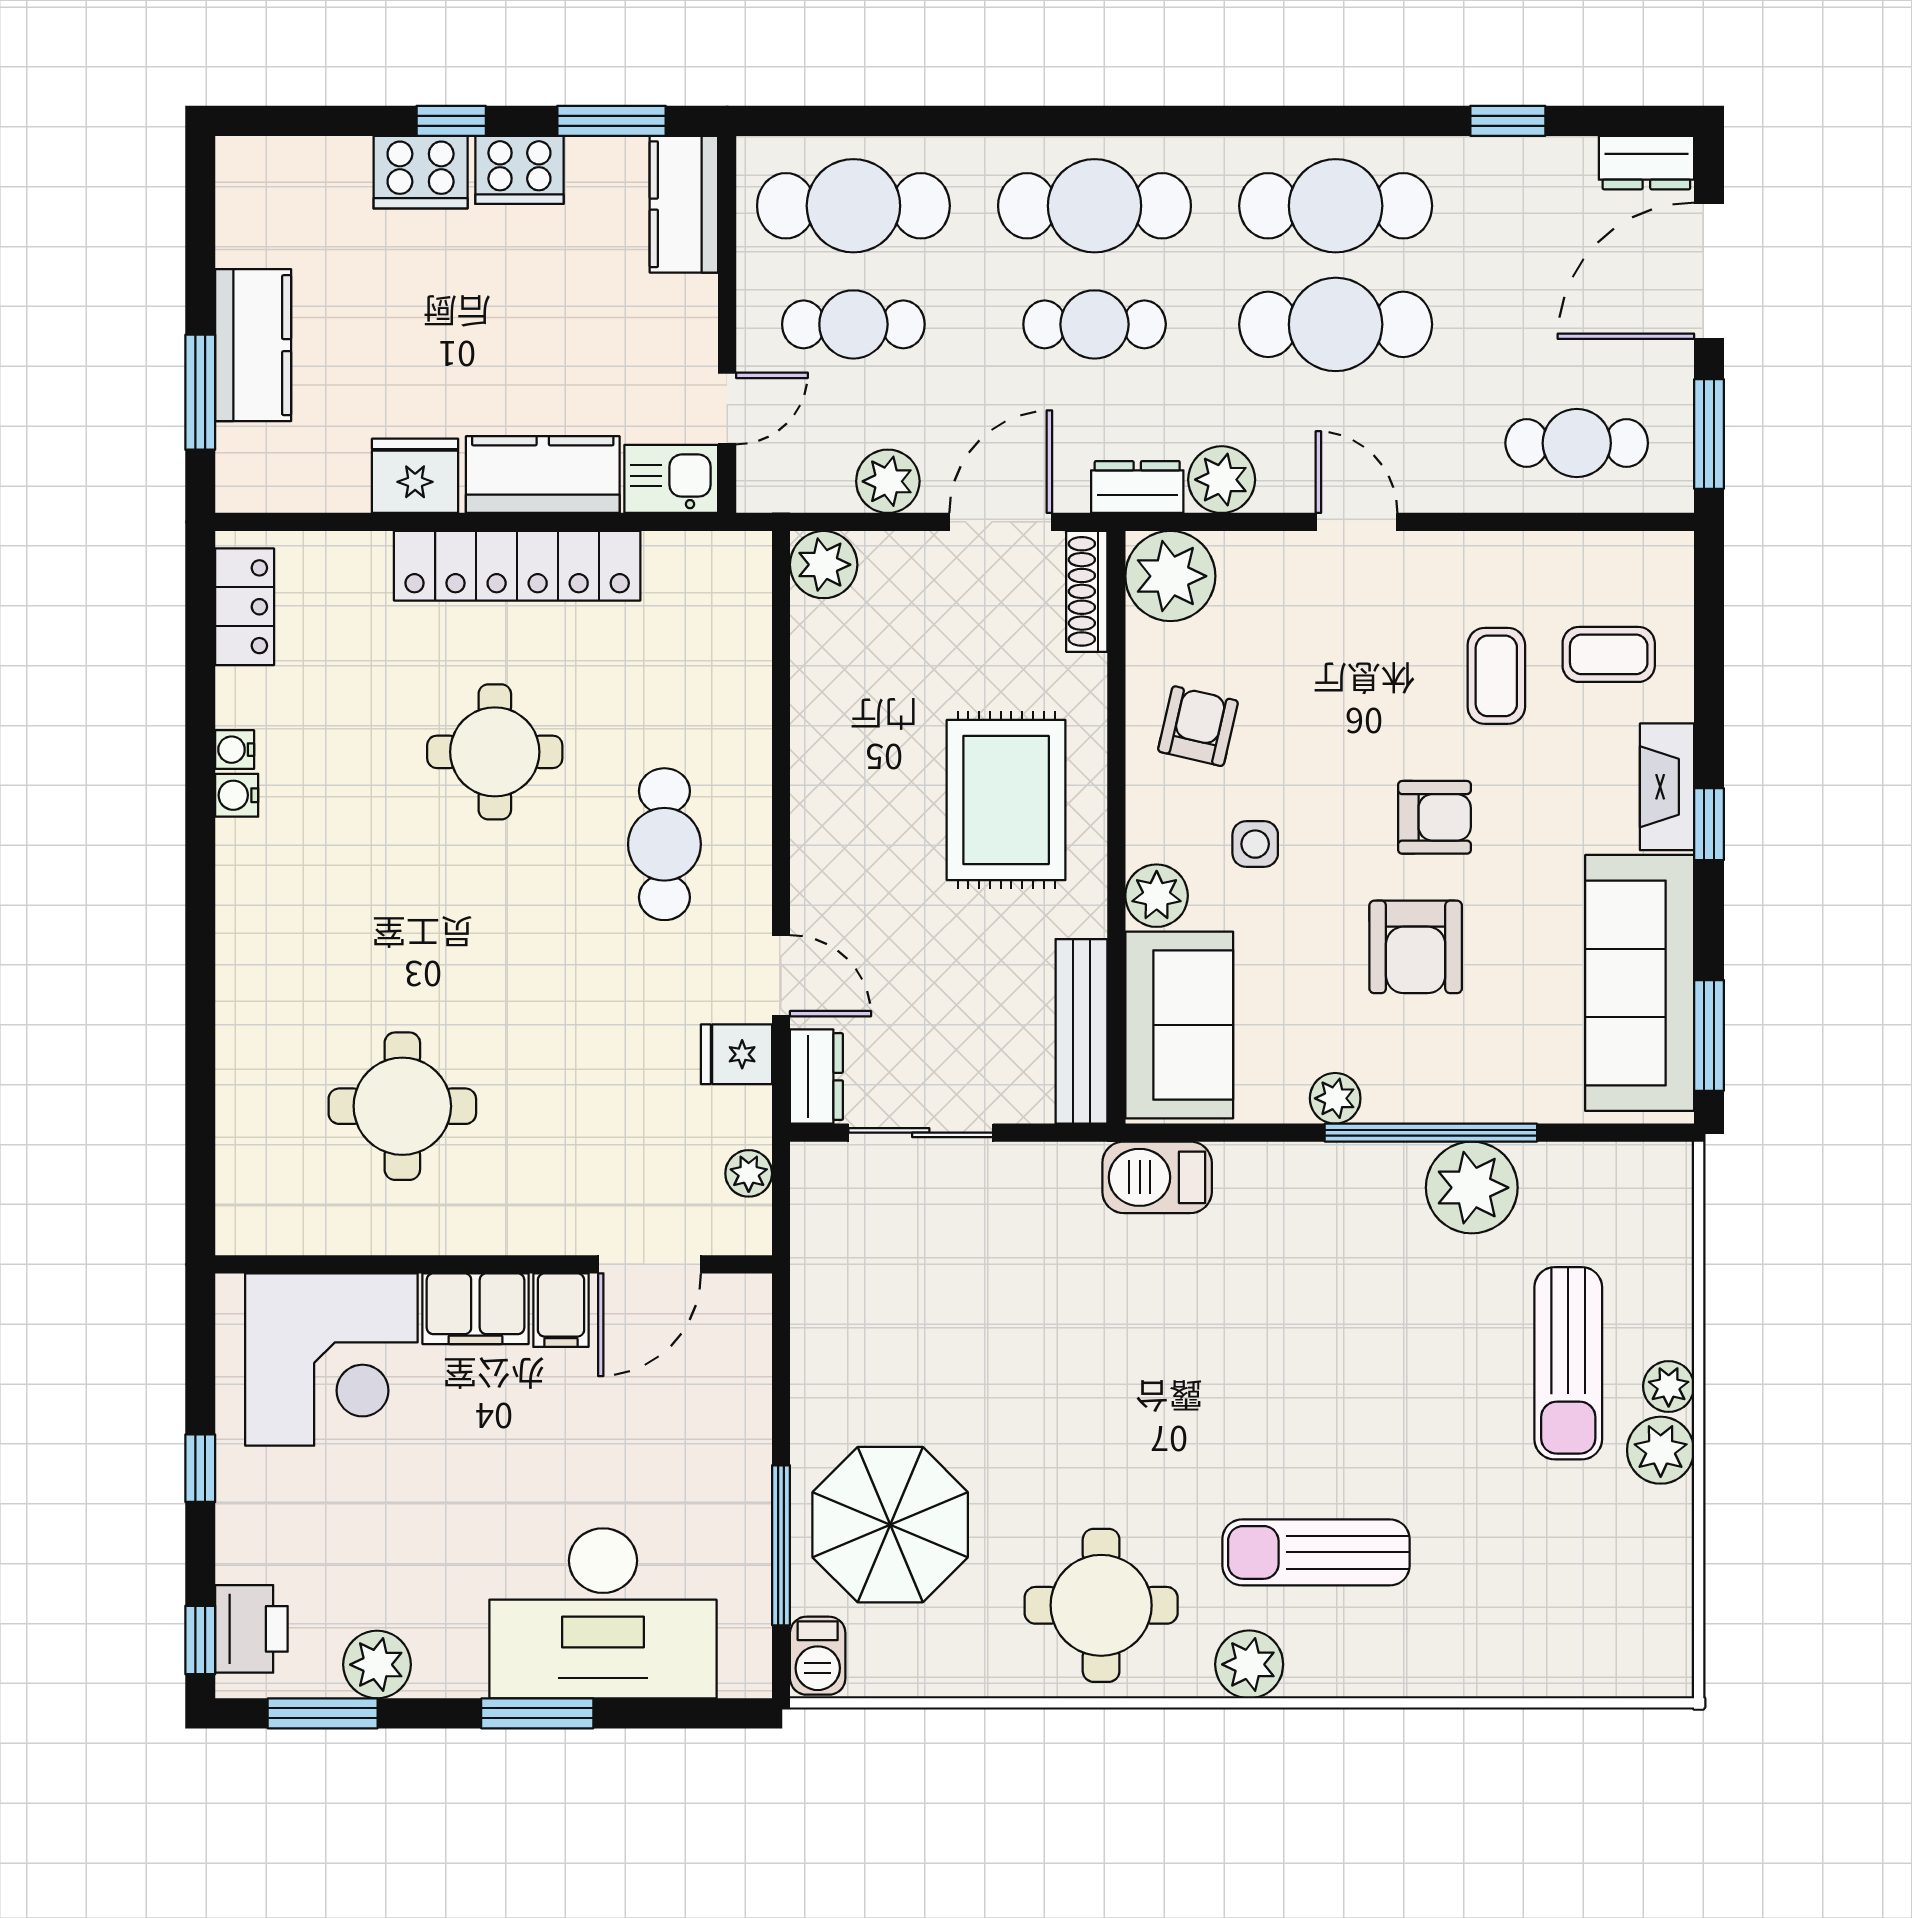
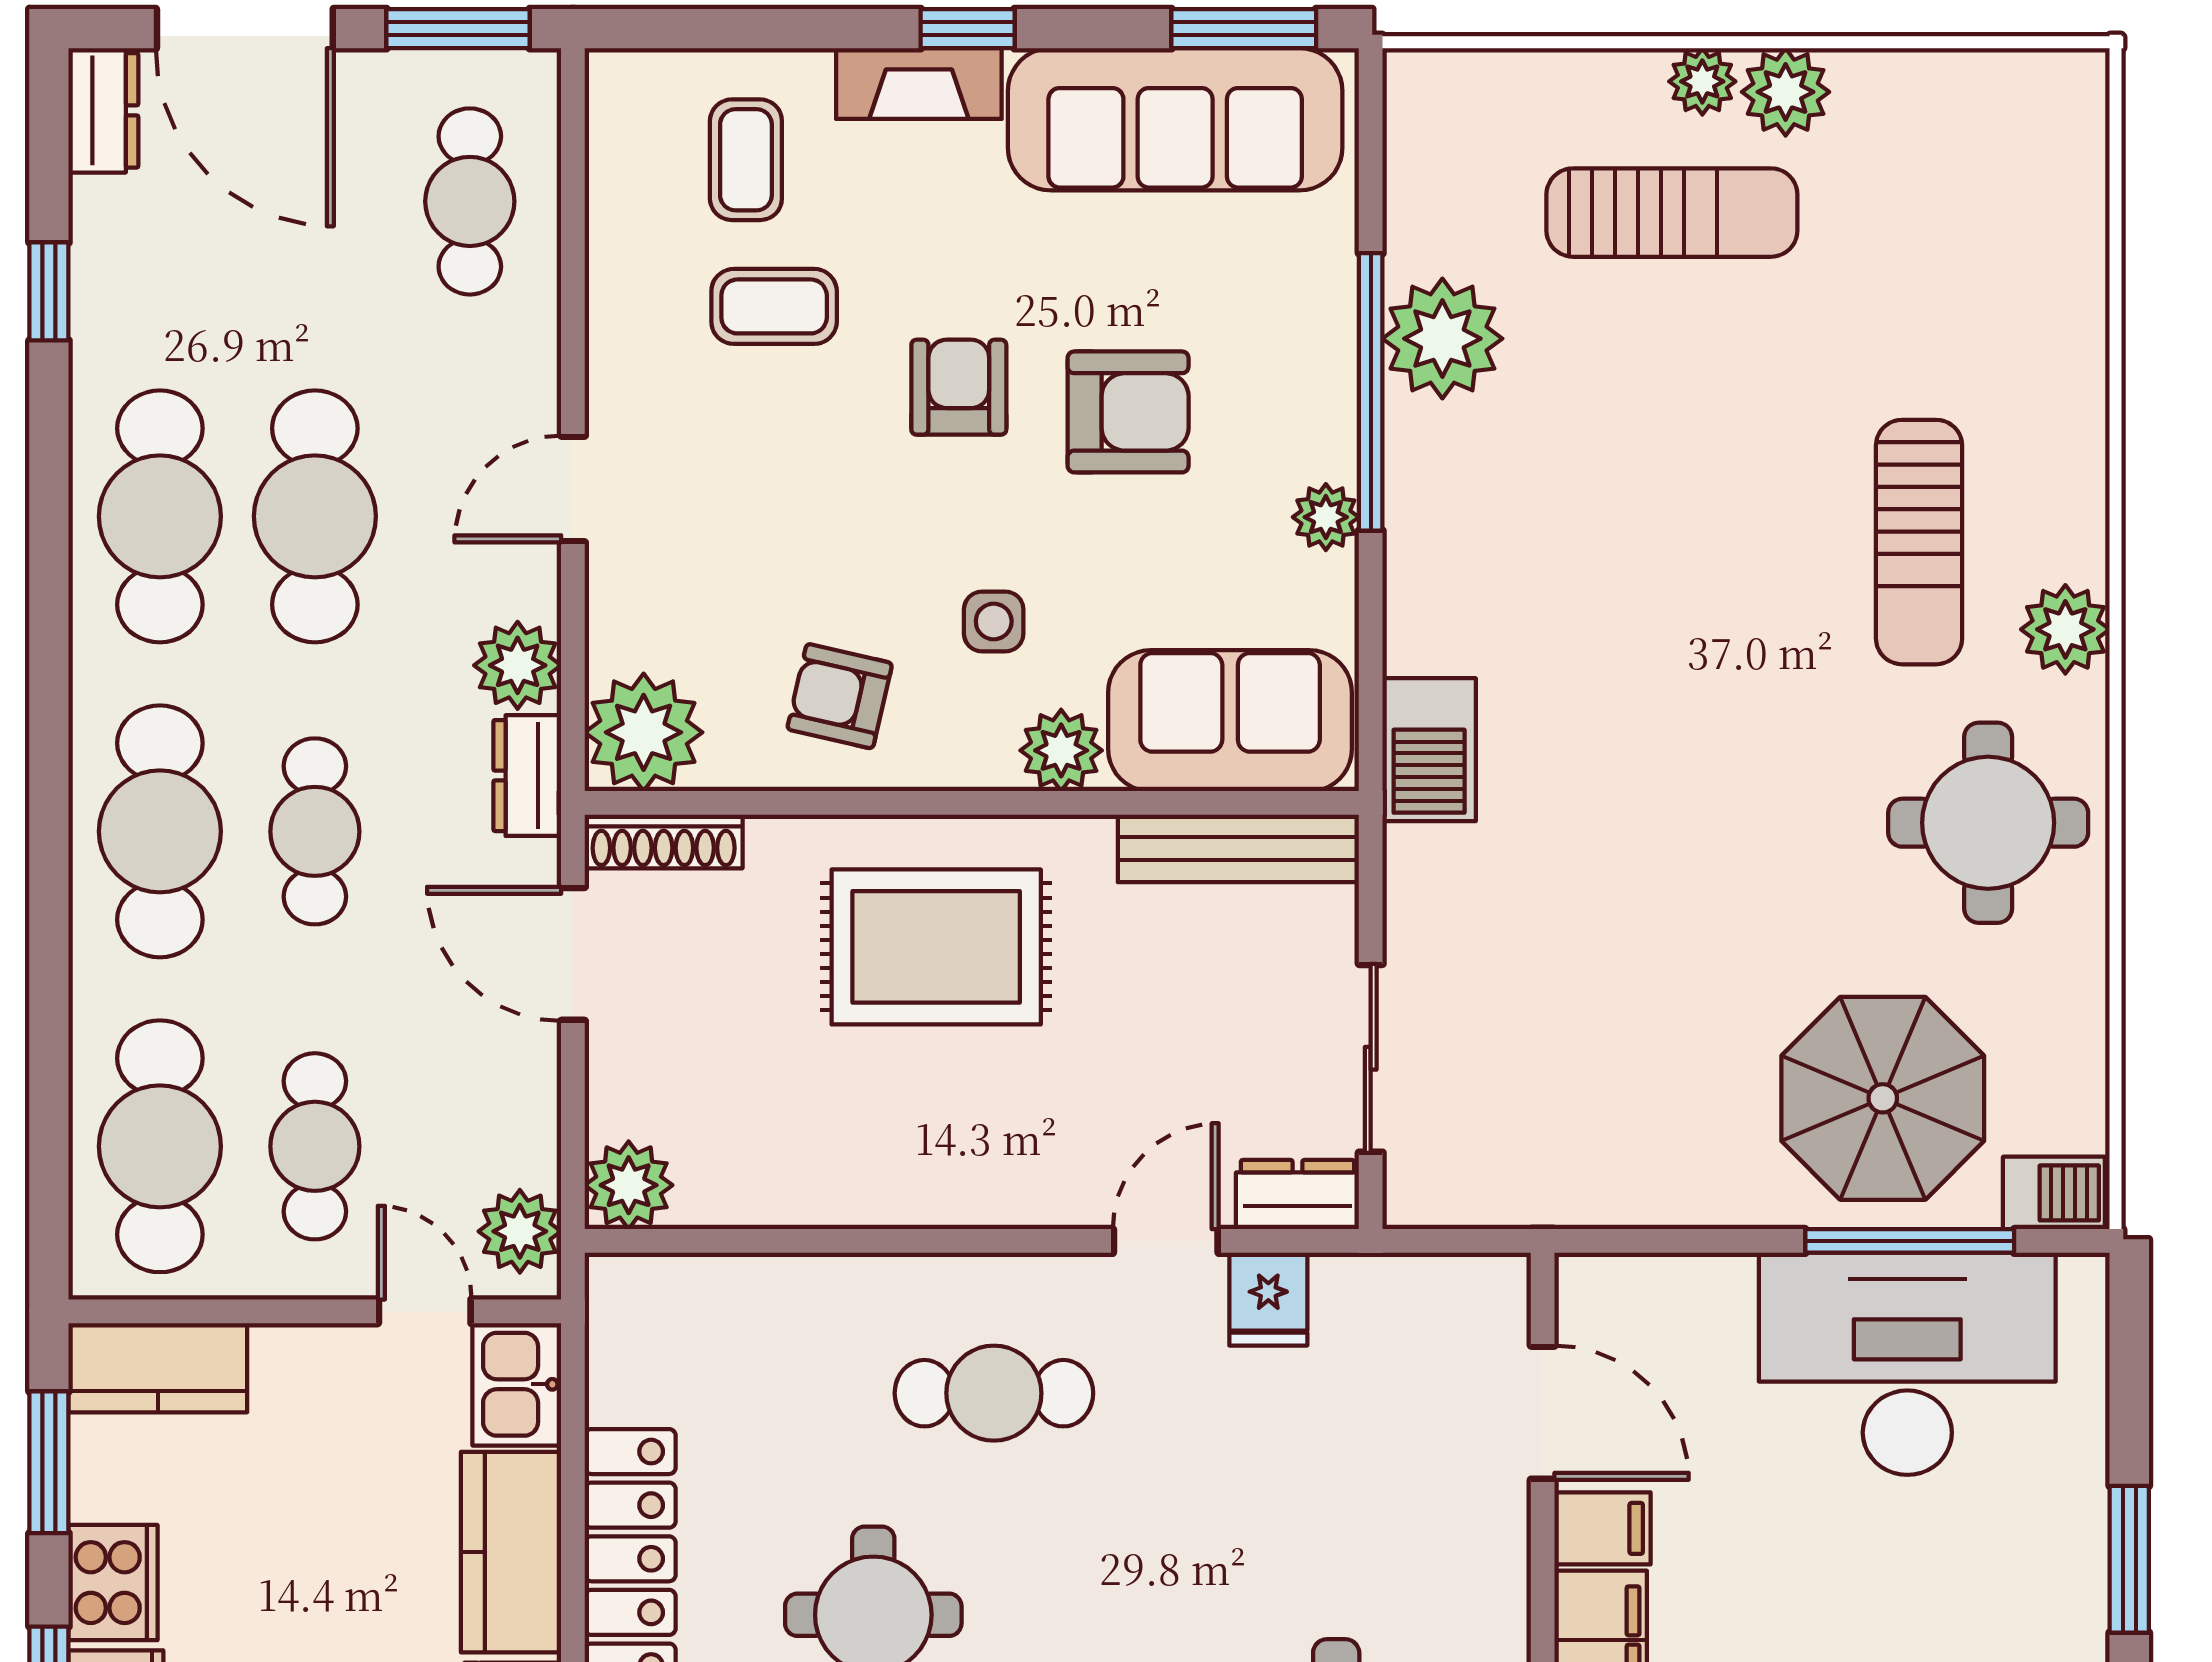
plant: (888, 481) -> (520, 1231), moved
plant: (749, 1173) -> (1424, 1283), removed
desk: (603, 1613) -> (1907, 1364), moved, turned -90

